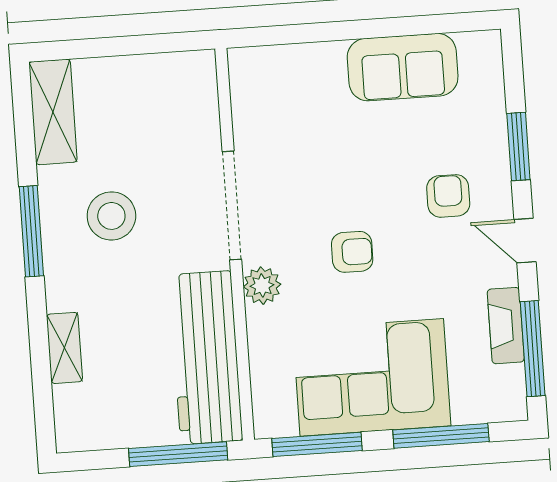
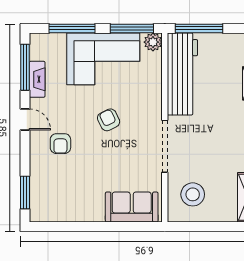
sofa: (403, 67) -> (132, 207), moved
window: (518, 147) -> (25, 193), moved
stool: (111, 216) -> (193, 194), moved
armchair: (352, 252) -> (109, 120), turned 64
plant: (262, 286) -> (153, 42), moved

